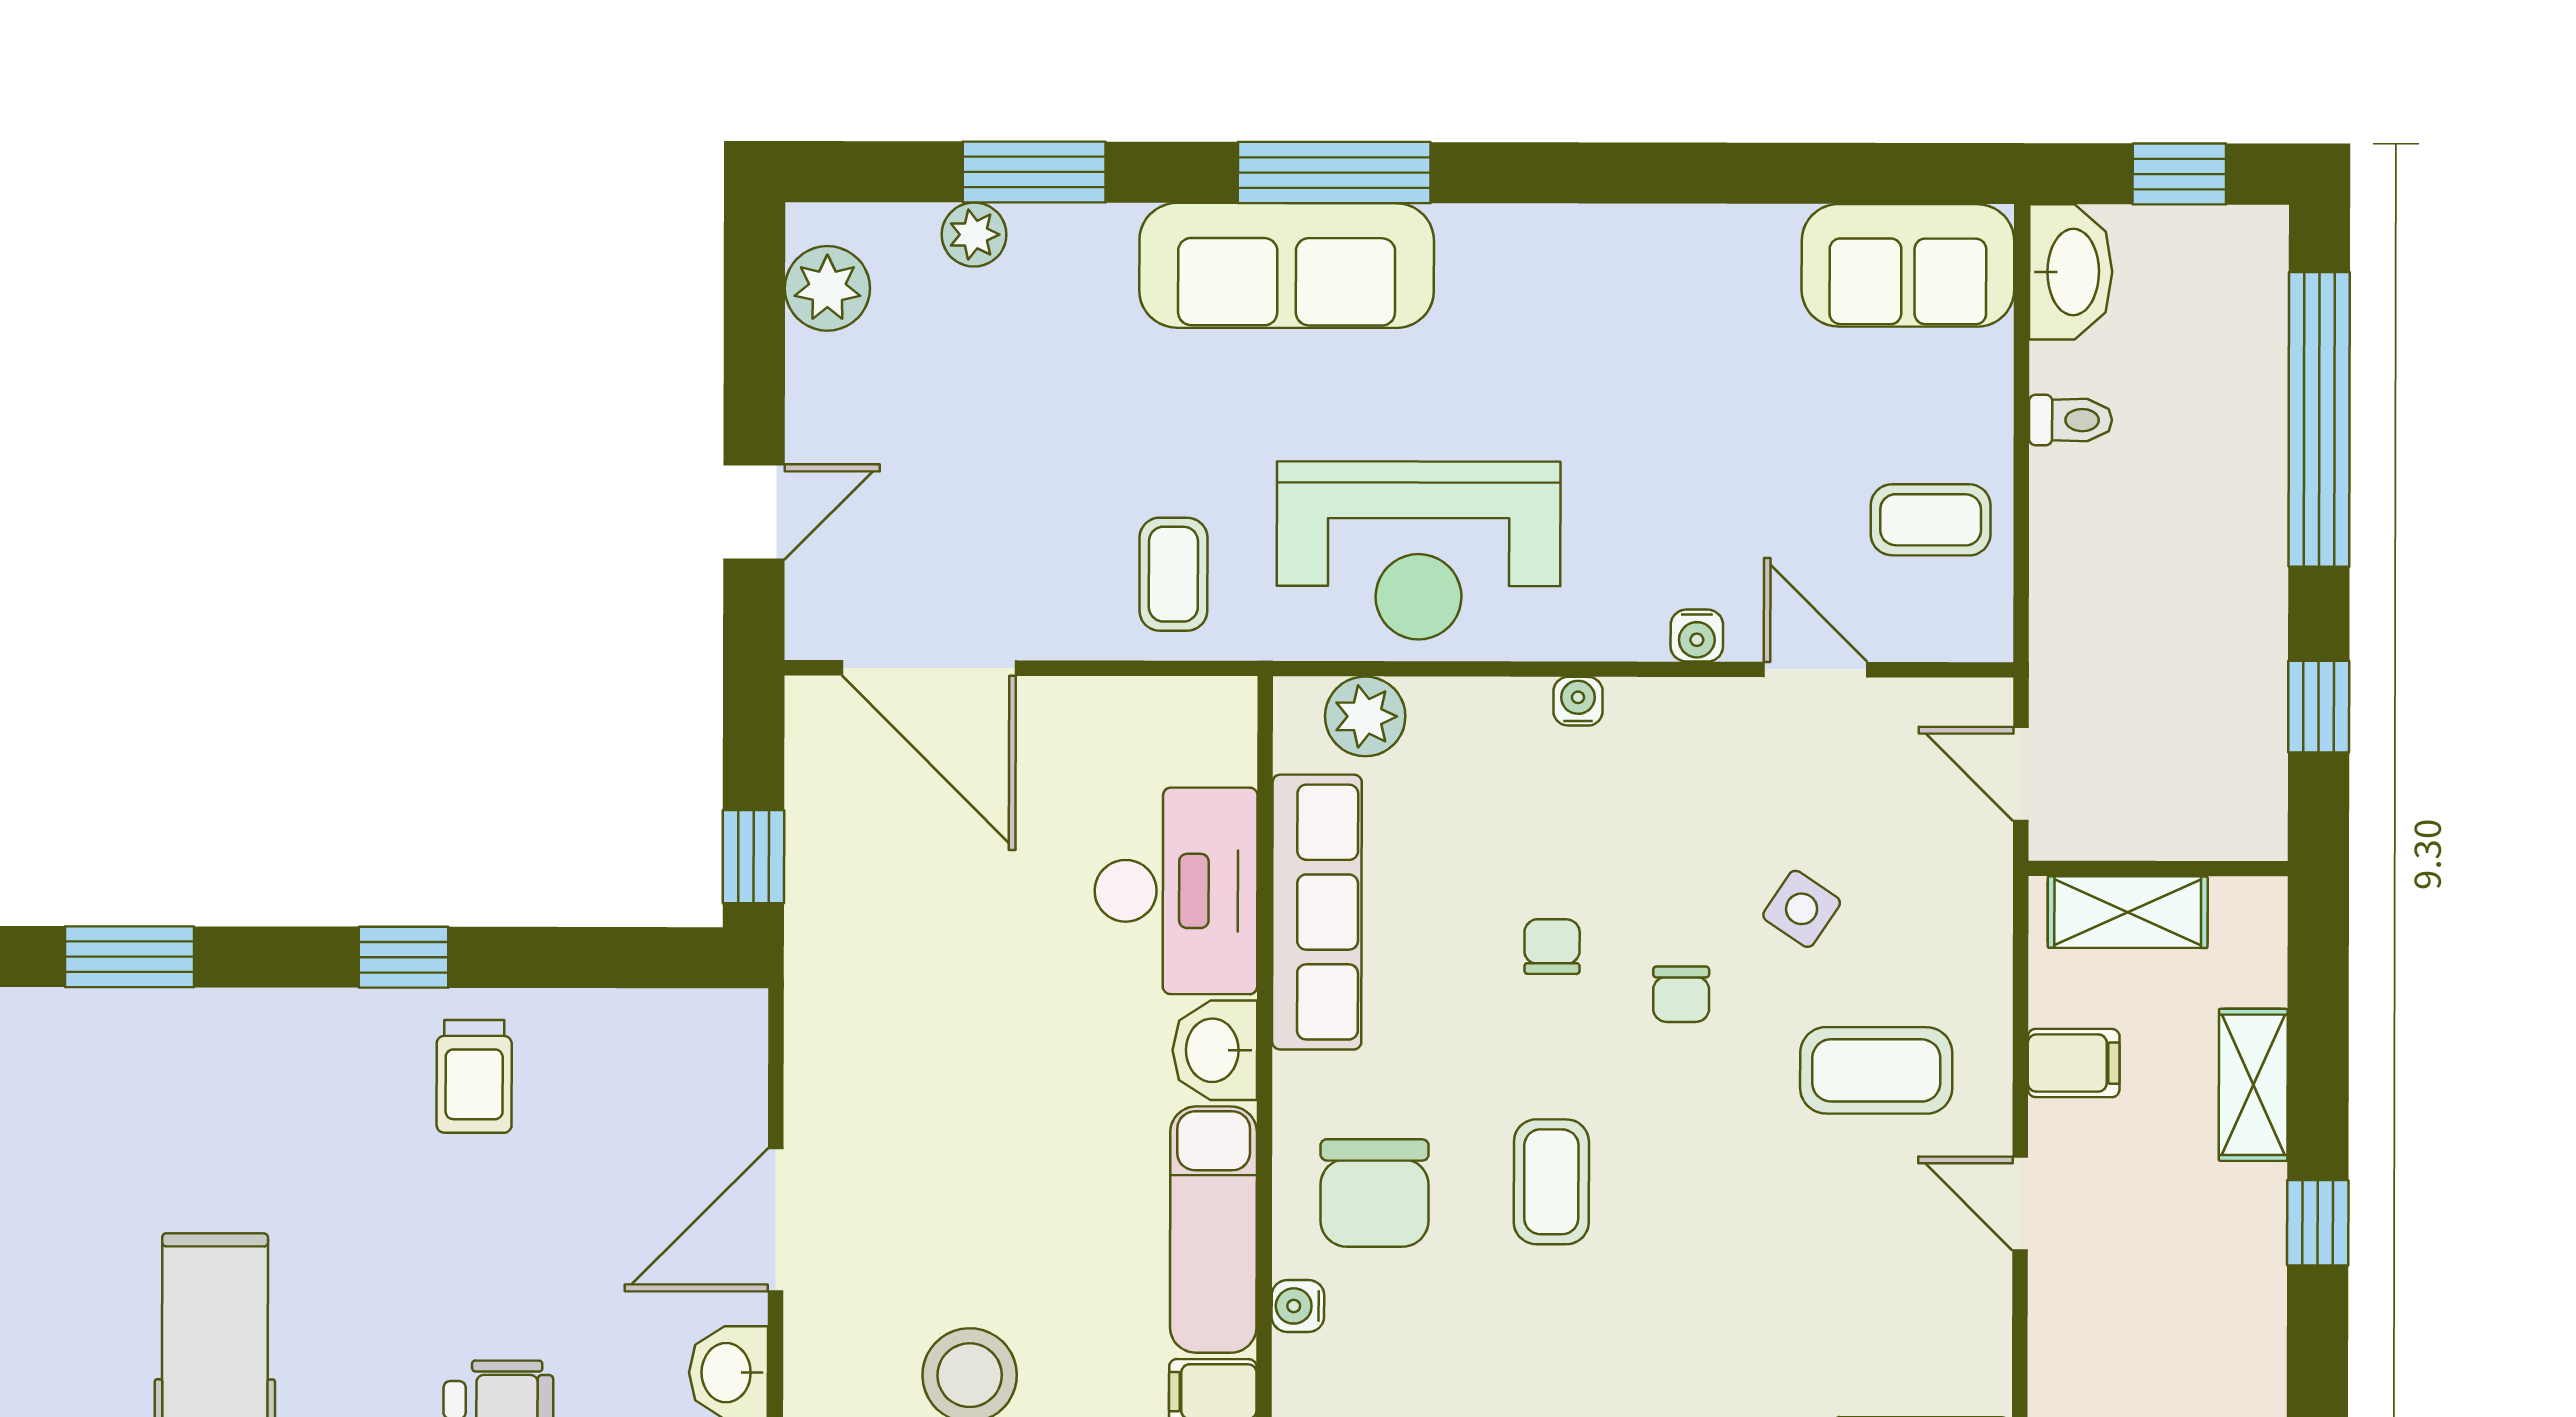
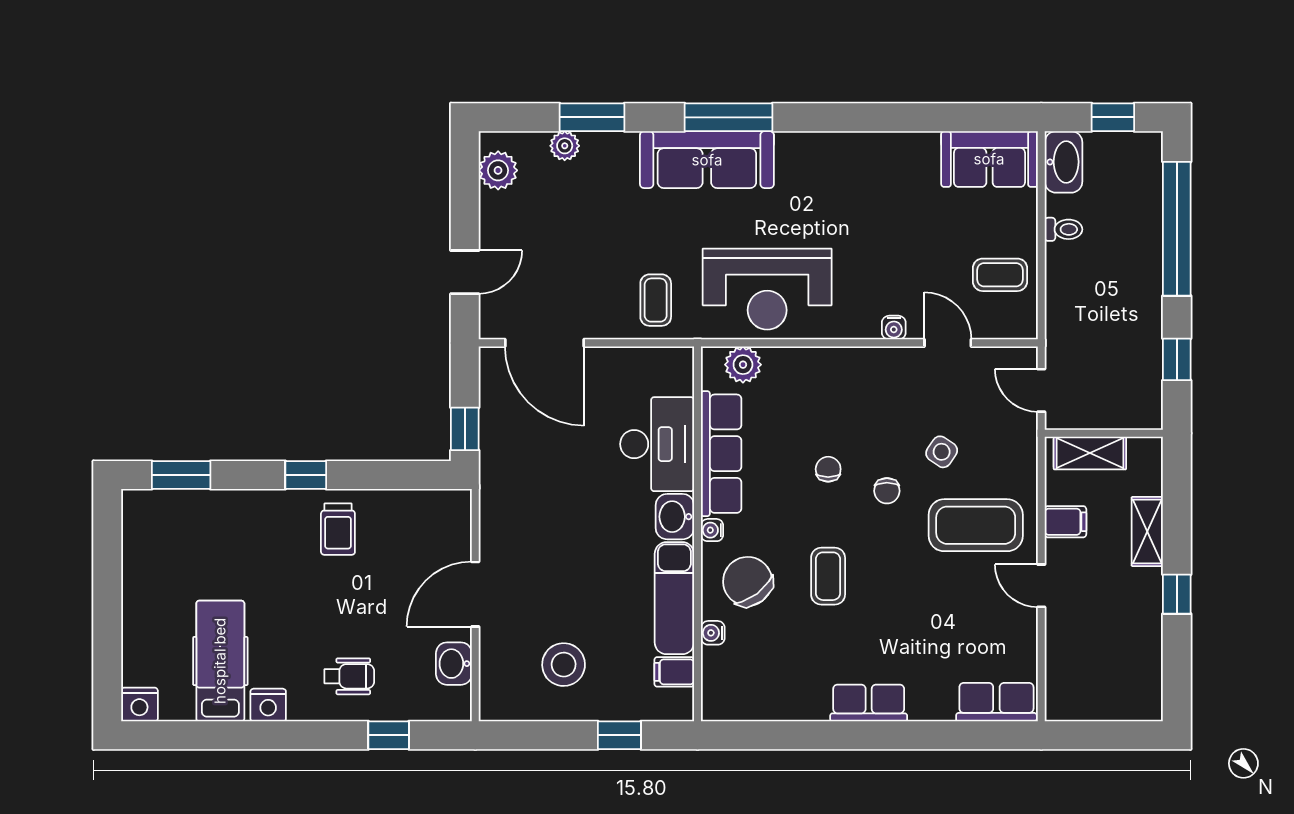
water cooler: (1578, 701) -> (712, 530), moved, turned -90
coffee table: (1876, 1070) -> (976, 525), width x1.36, depth x1.32
chair: (1374, 1193) -> (748, 581), turned 143

